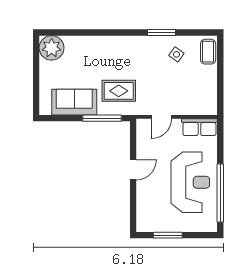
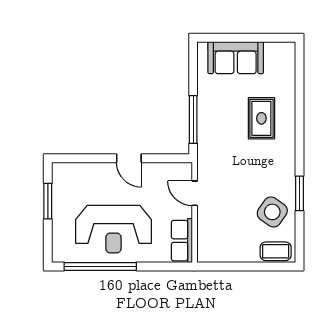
plant: (52, 48) -> (280, 57), removed
side table: (176, 54) -> (272, 212), width x1.87, depth x1.87
rug: (119, 91) -> (261, 118), moved
sofa: (74, 102) -> (236, 58), moved, turned 90

